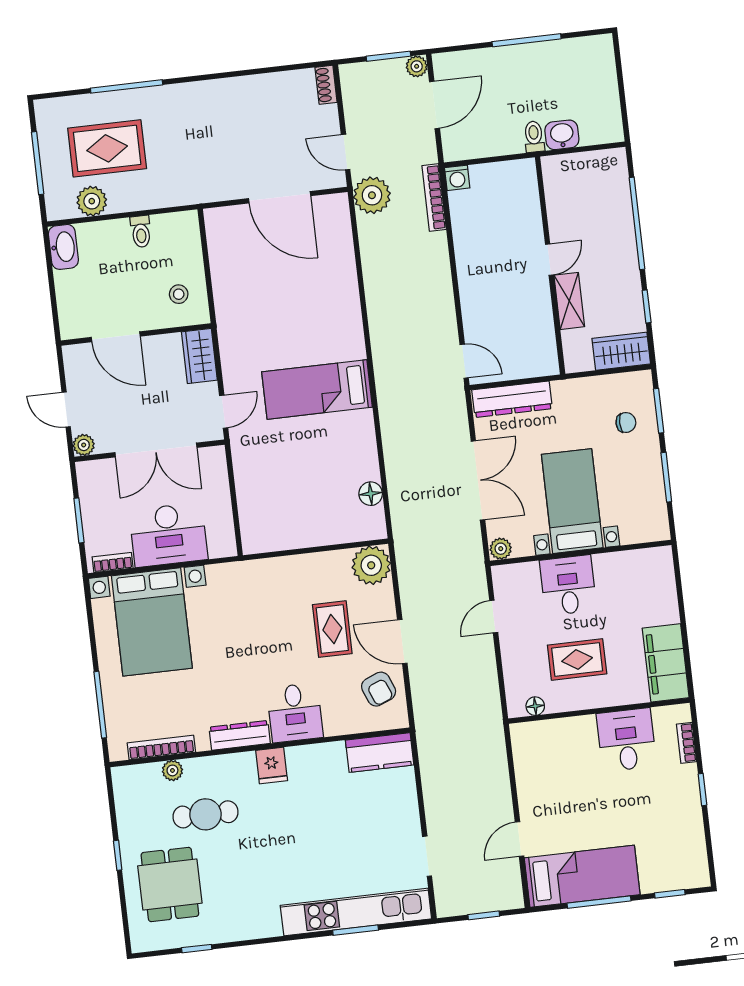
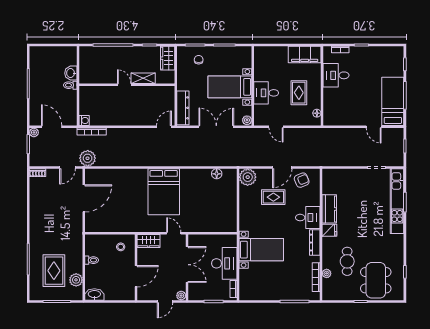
bed: (317, 389) -> (164, 192), width x1.50
bed with nightstands: (152, 622) -> (261, 250), moved, width x0.73
kitchen counter: (380, 753) -> (329, 209), moved
dining table: (170, 884) -> (376, 280), width x1.38

